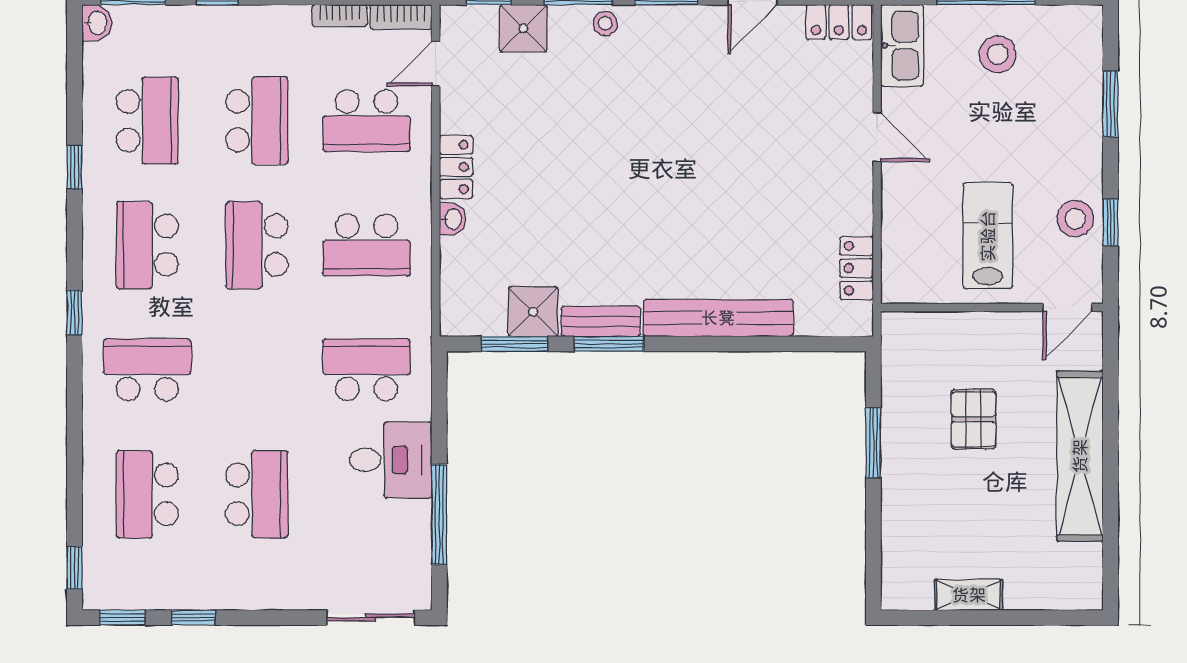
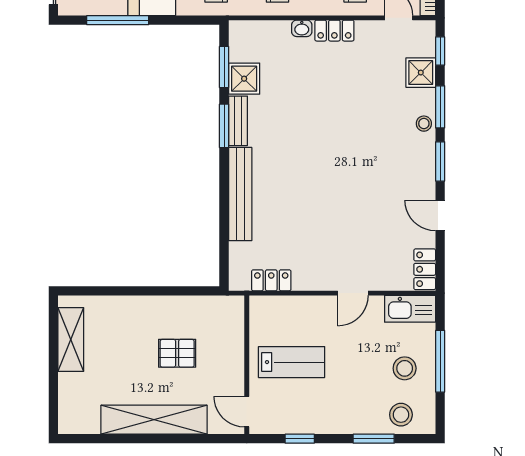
stool: (1075, 219) -> (401, 415), moved
window: (873, 443) -> (162, 291), removed
shelving: (969, 595) -> (71, 340), width x1.50, depth x1.33

